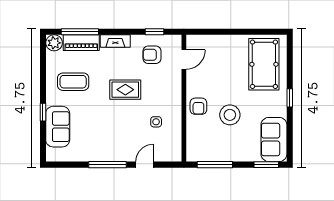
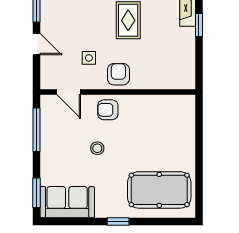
window: (155, 32) -> (199, 25), moved
armchair: (152, 55) -> (118, 74), moved
door: (184, 60) -> (69, 92), moved
stool: (230, 115) -> (97, 148), width x0.53, depth x0.53

